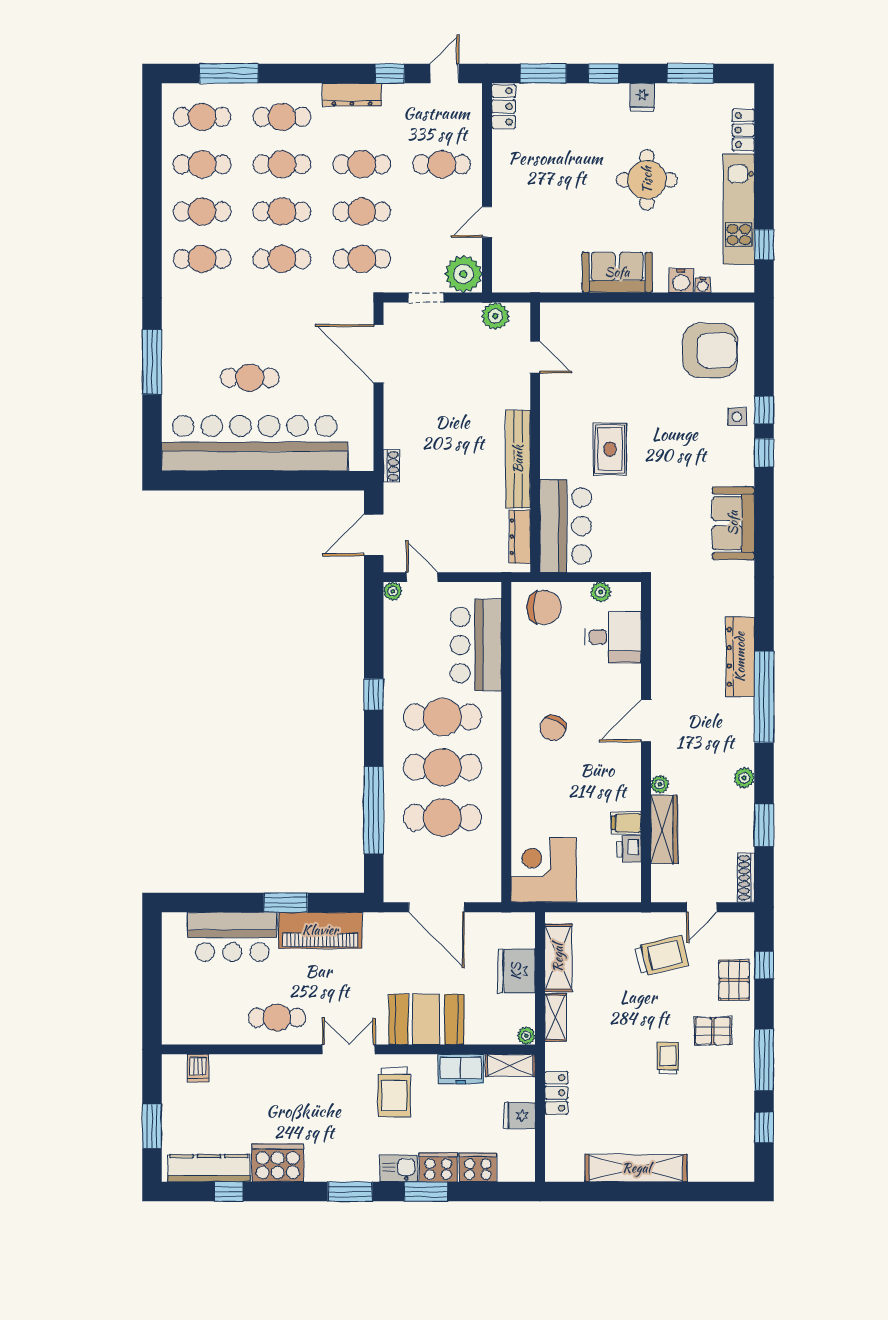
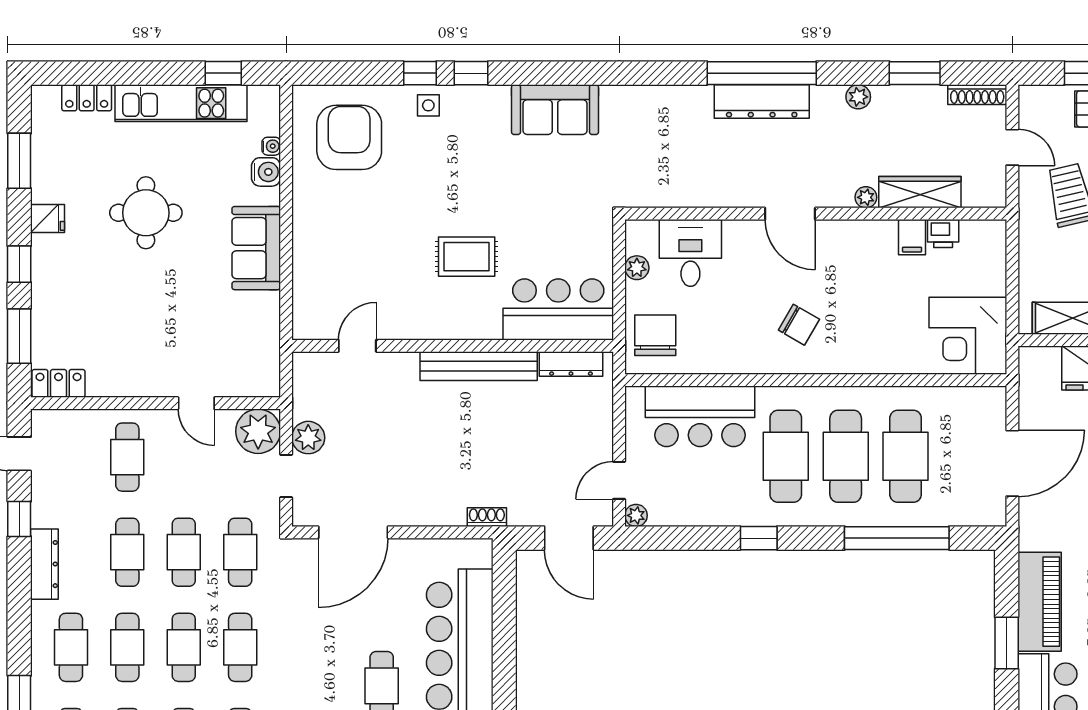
plant: (495, 316) -> (308, 438), moved
dresser: (740, 657) -> (762, 101), moved

